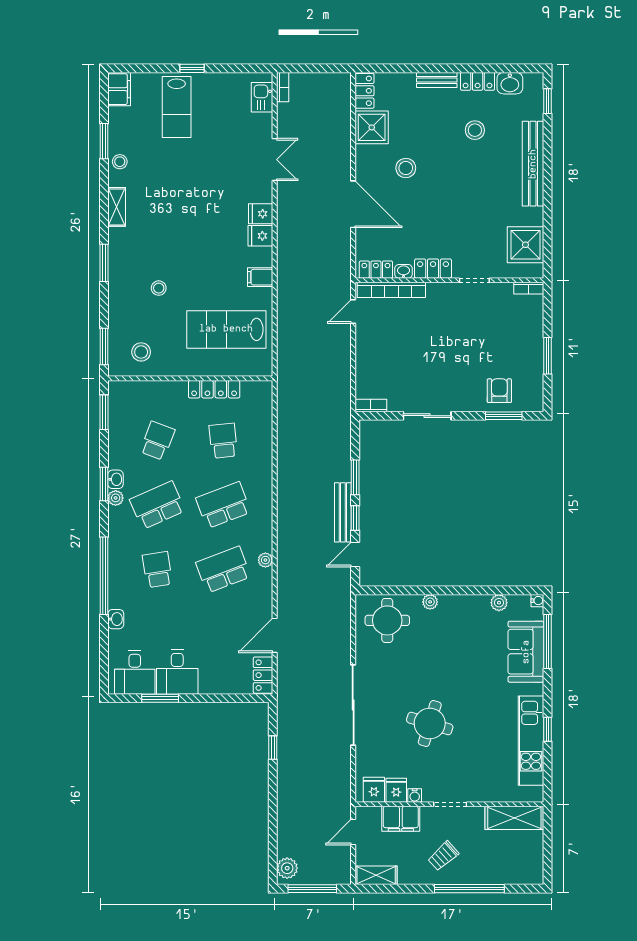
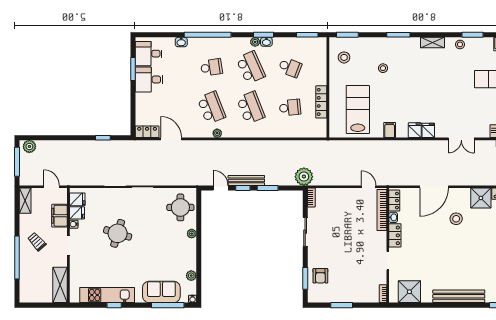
stool: (475, 130) -> (479, 261), removed
armchair: (499, 391) -> (320, 276), turned 90
plant: (337, 418) -> (304, 177), added

